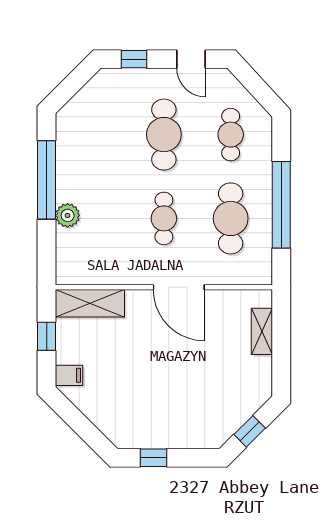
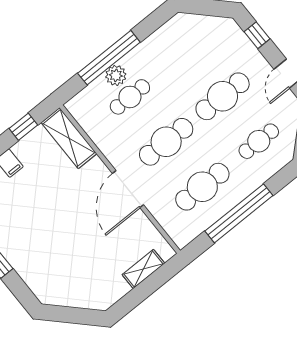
window: (47, 180) -> (109, 58), moved
cafe table: (97, 218) -> (130, 97), added
cafe table: (164, 218) -> (166, 142), width x1.37, depth x1.35
window: (250, 431) -> (69, 315), removed

